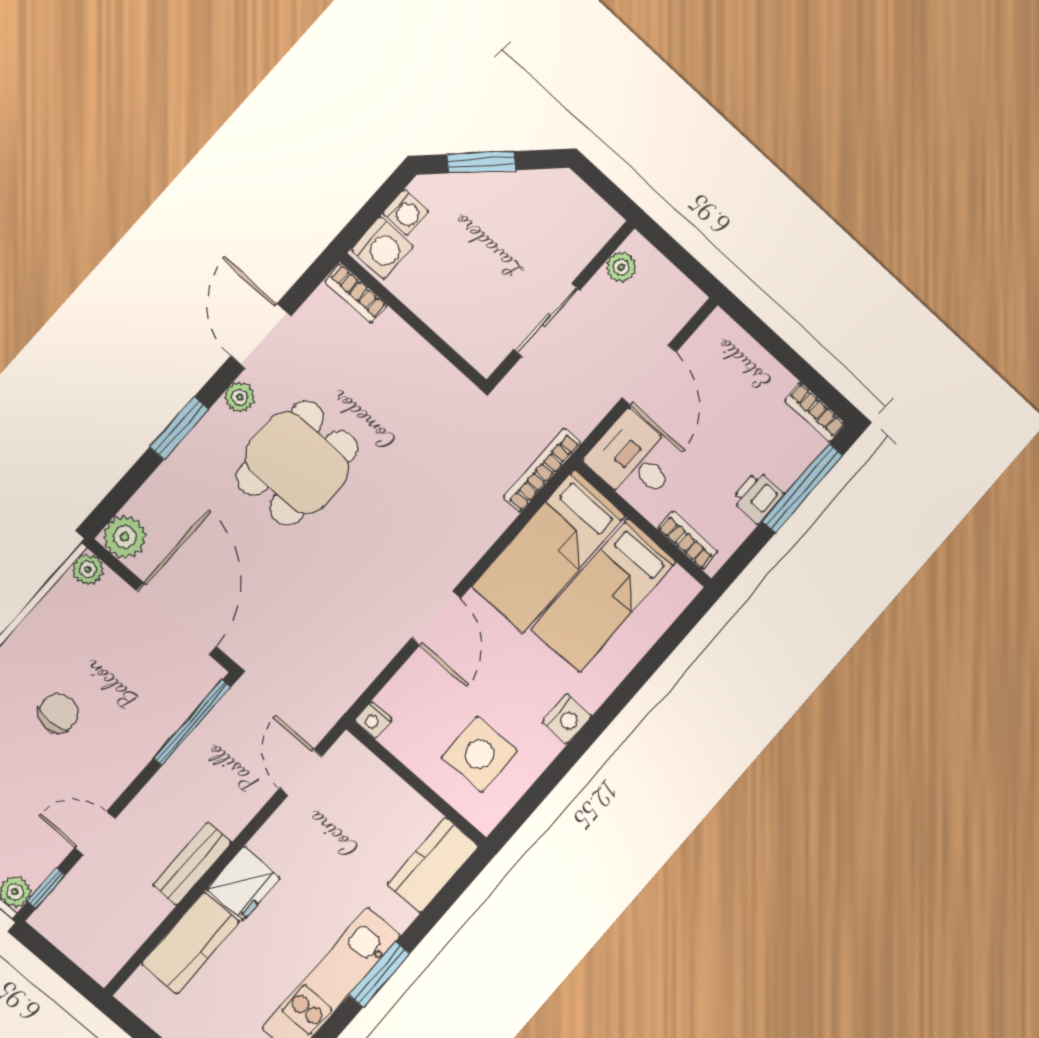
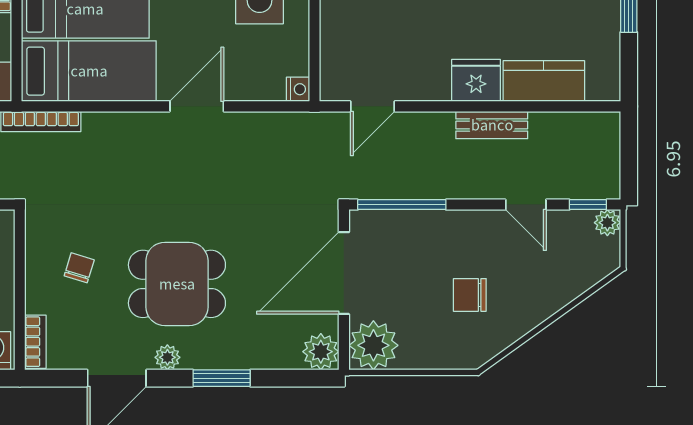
chair: (387, 390) -> (79, 268), added
plant: (88, 569) -> (373, 345), width x1.88, depth x1.88

